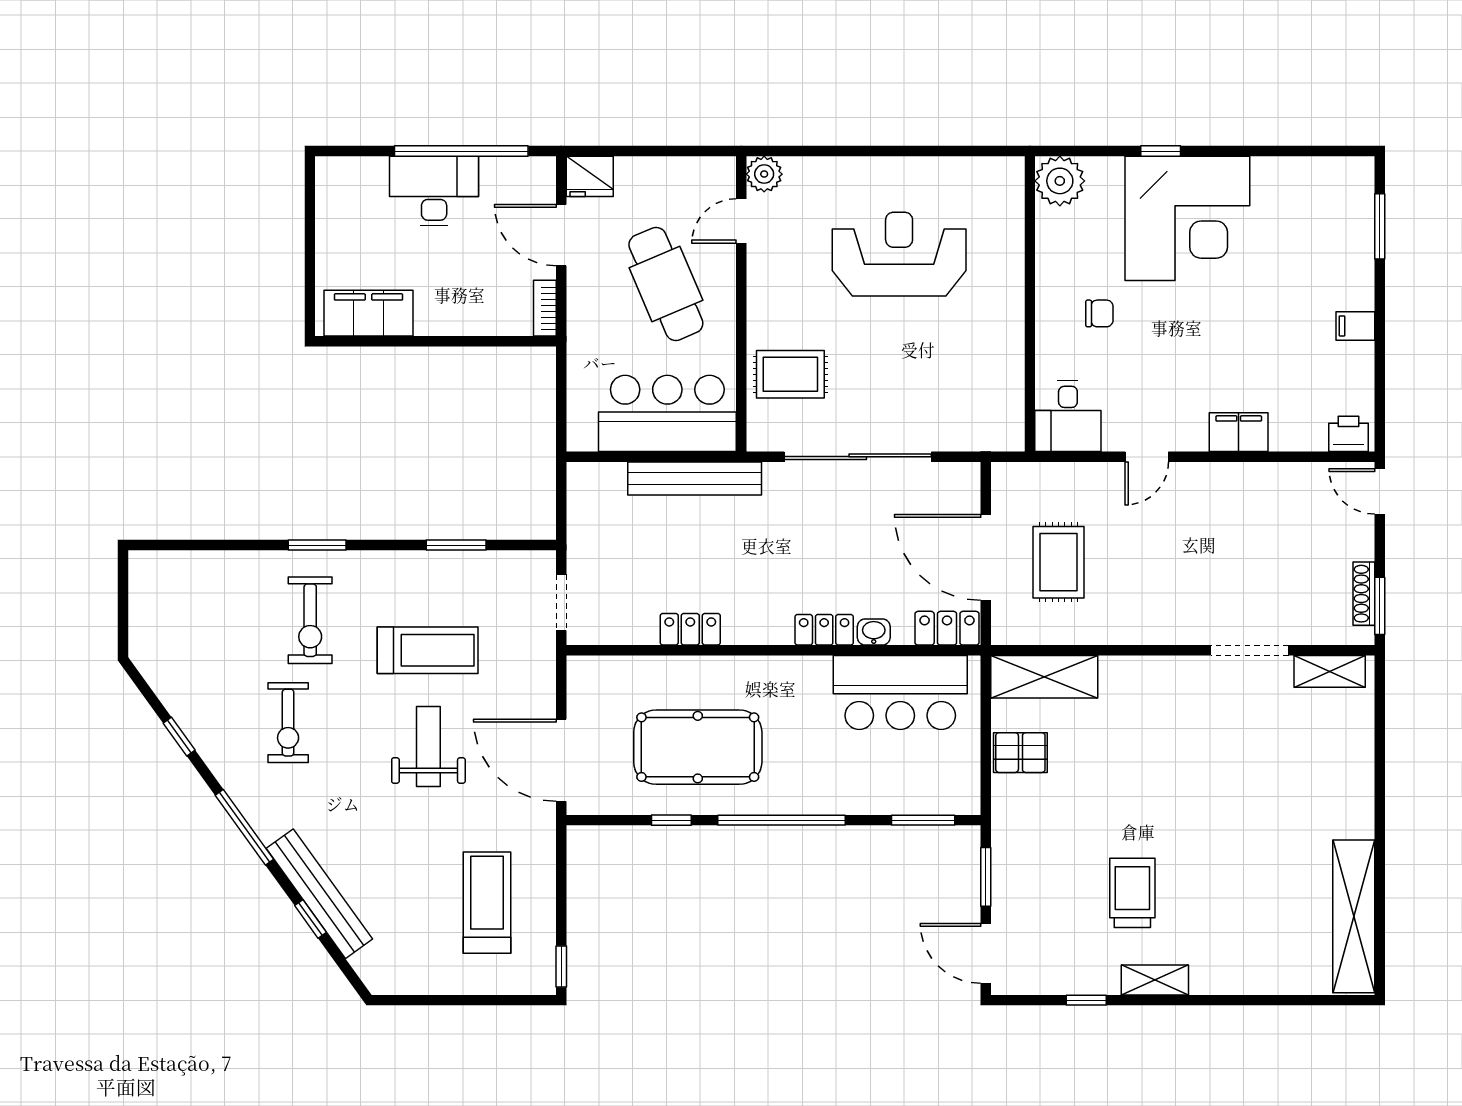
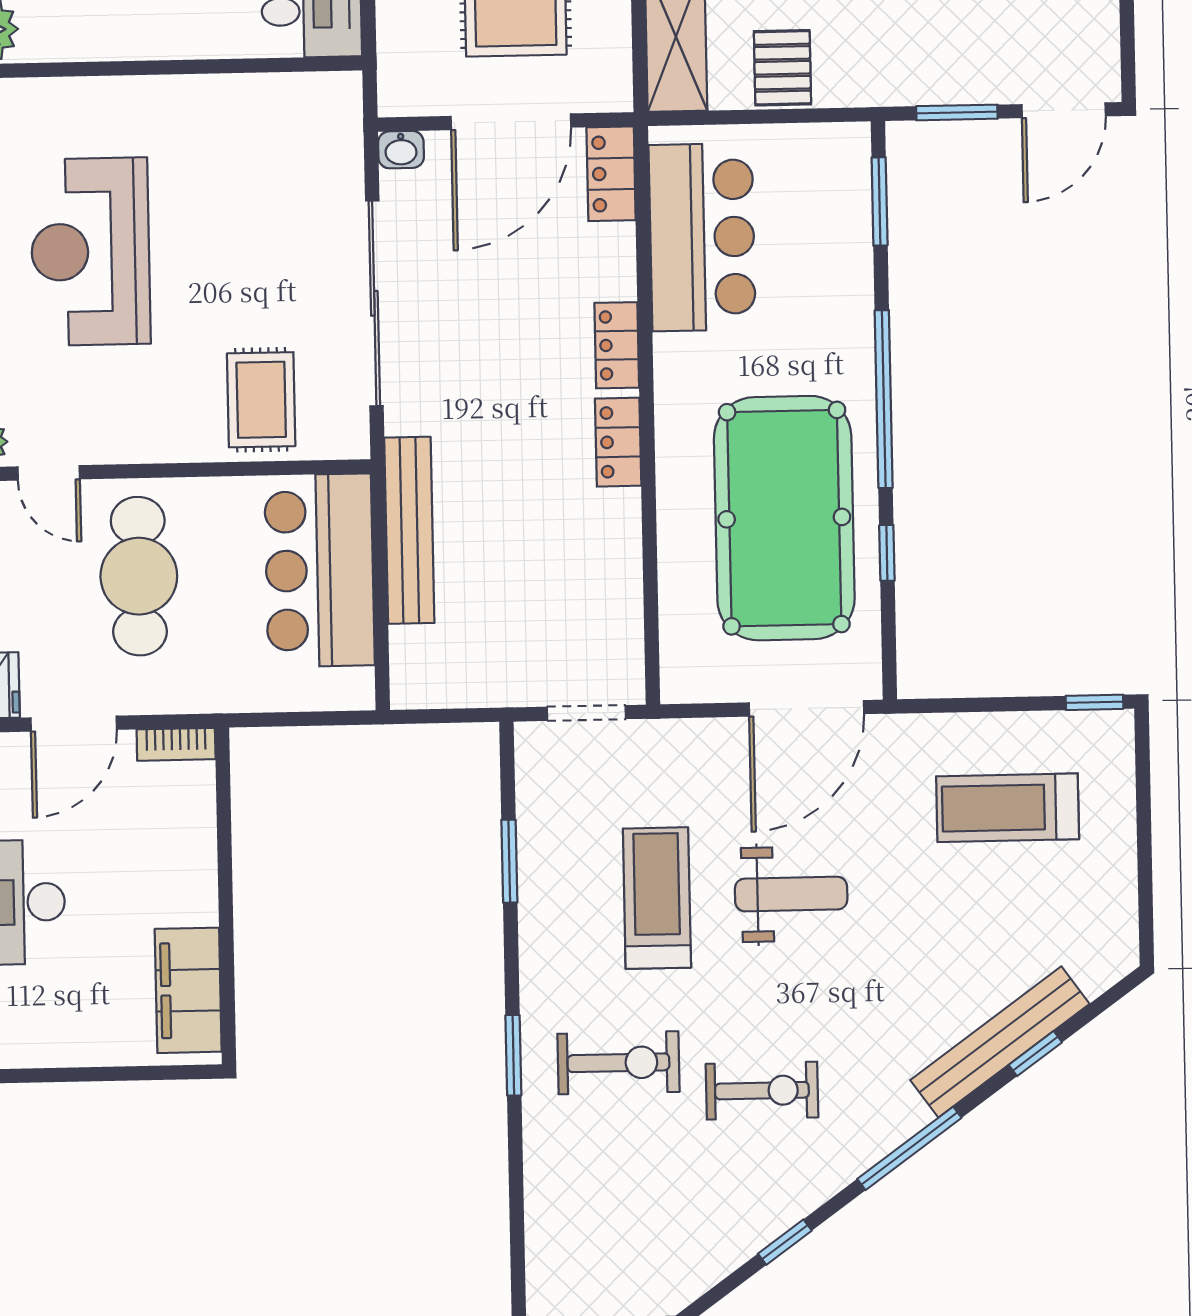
cafe table: (666, 284) -> (139, 576), turned -67
locker: (690, 629) -> (618, 442), moved
washbasin: (874, 632) -> (401, 150), moved, turned -90
weight bench: (428, 746) -> (791, 894), turned 180
pool table: (698, 747) -> (784, 518), width x1.36, depth x1.32

